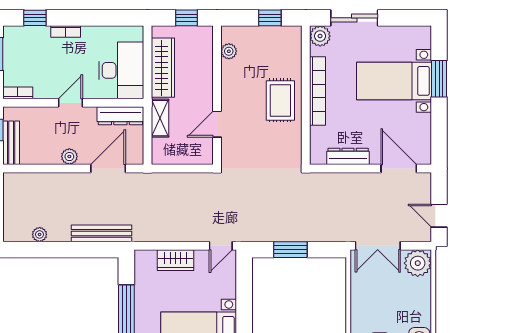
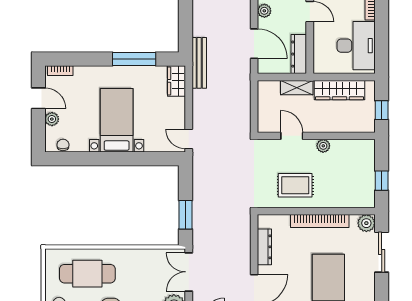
plant: (229, 51) -> (323, 146), moved
desk: (121, 70) -> (356, 46), moved, turned -90
rug: (280, 100) -> (295, 185), moved
bench: (102, 233) -> (199, 63), moved
window: (290, 250) -> (185, 215), moved
wardrobe: (176, 260) -> (177, 81), moved

